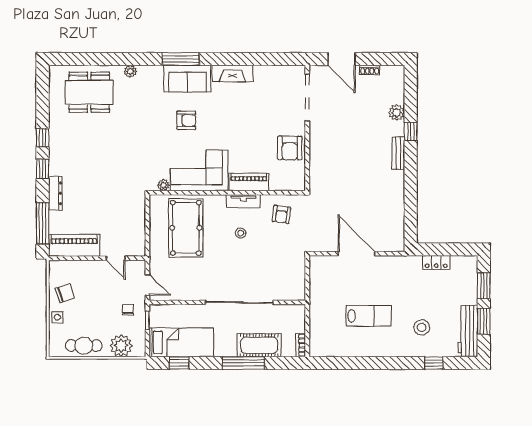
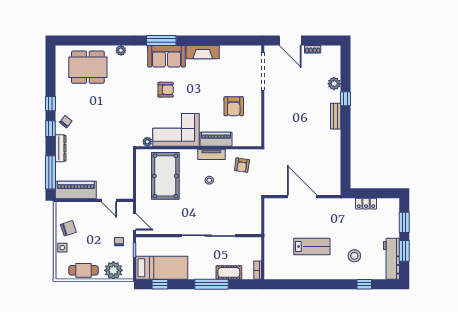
armchair: (290, 148) -> (234, 106), moved
chair: (62, 160) -> (66, 122), added
cot: (259, 345) -> (229, 272), width x0.73, depth x0.75

